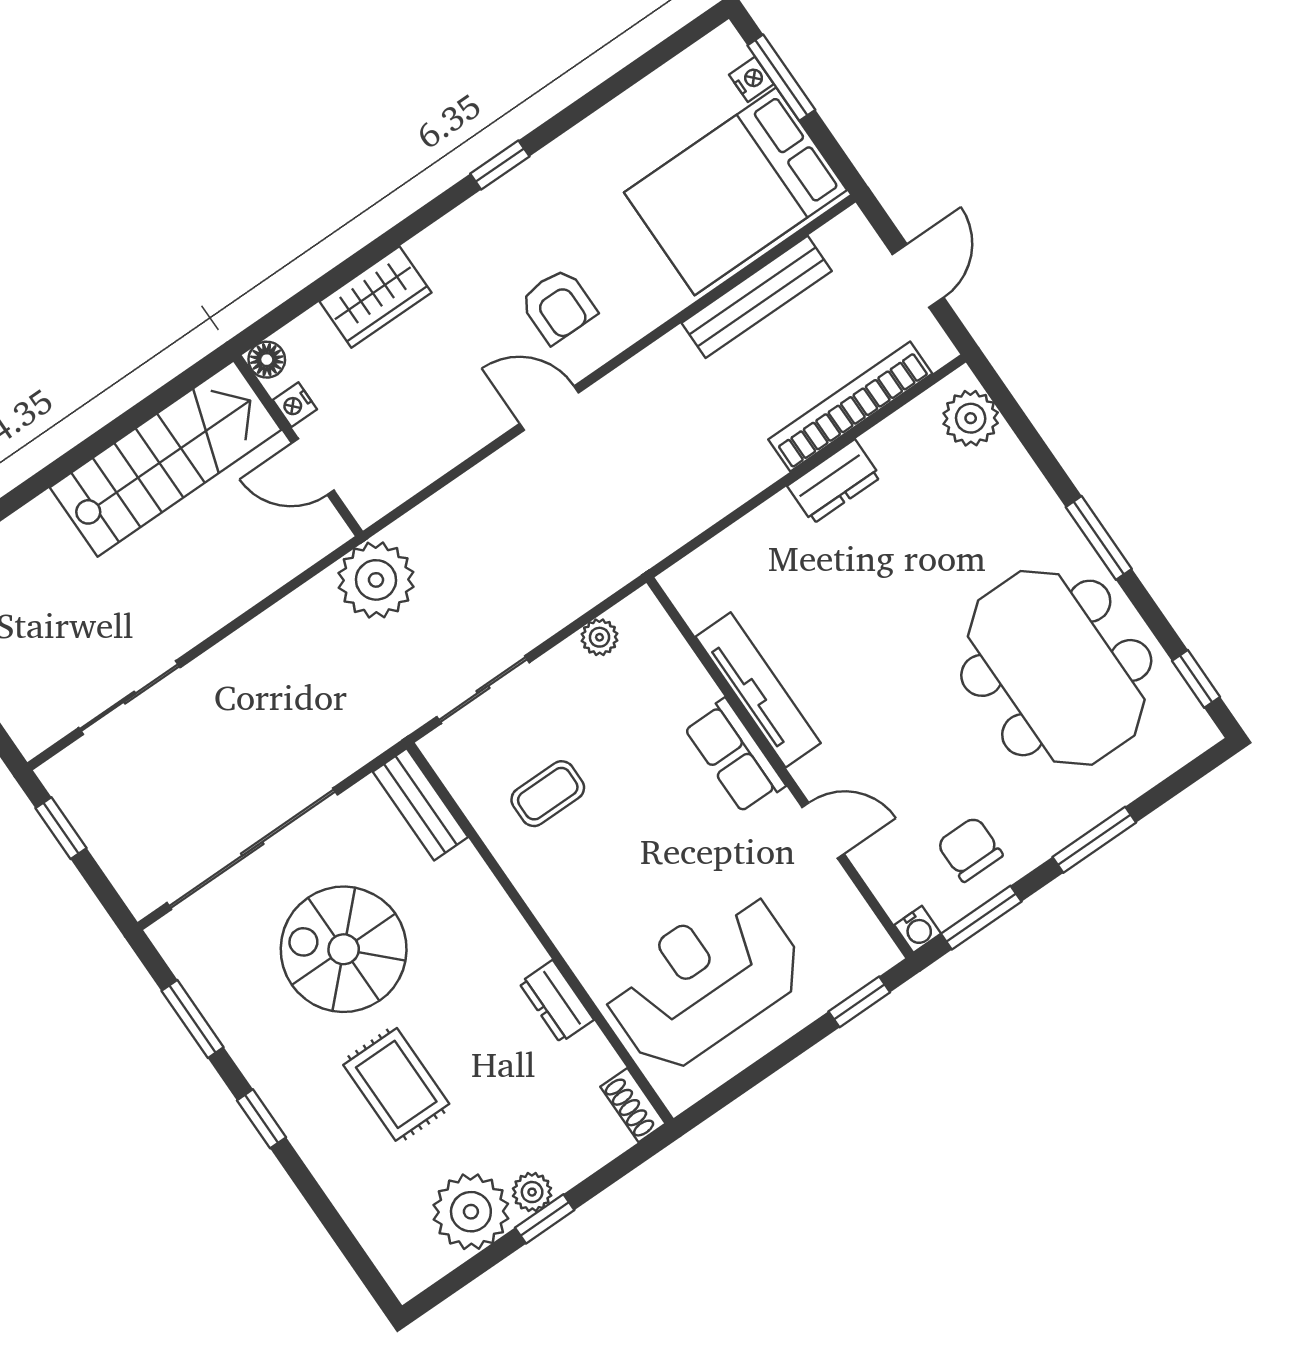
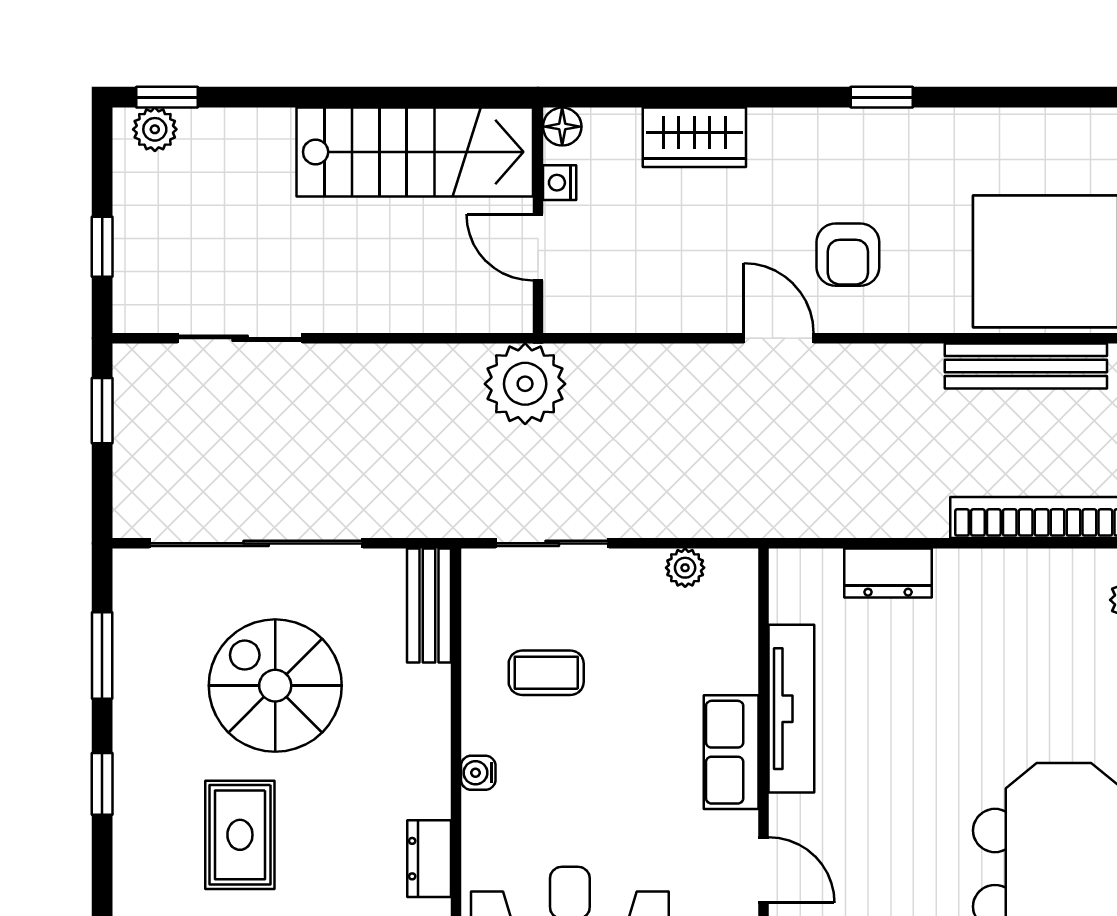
dresser: (834, 482) -> (888, 573), moved
water cooler: (549, 908) -> (478, 773), added

